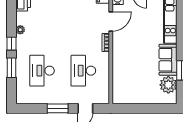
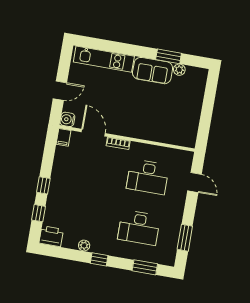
window: (11, 68) -> (145, 267), moved
plant: (168, 85) -> (179, 70), width x0.53, depth x0.53
window: (58, 108) -> (185, 238), moved

